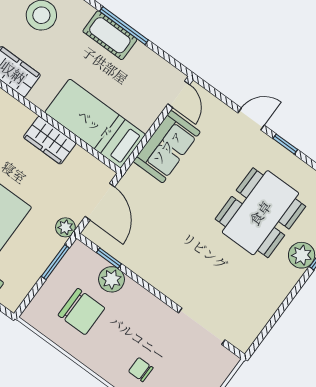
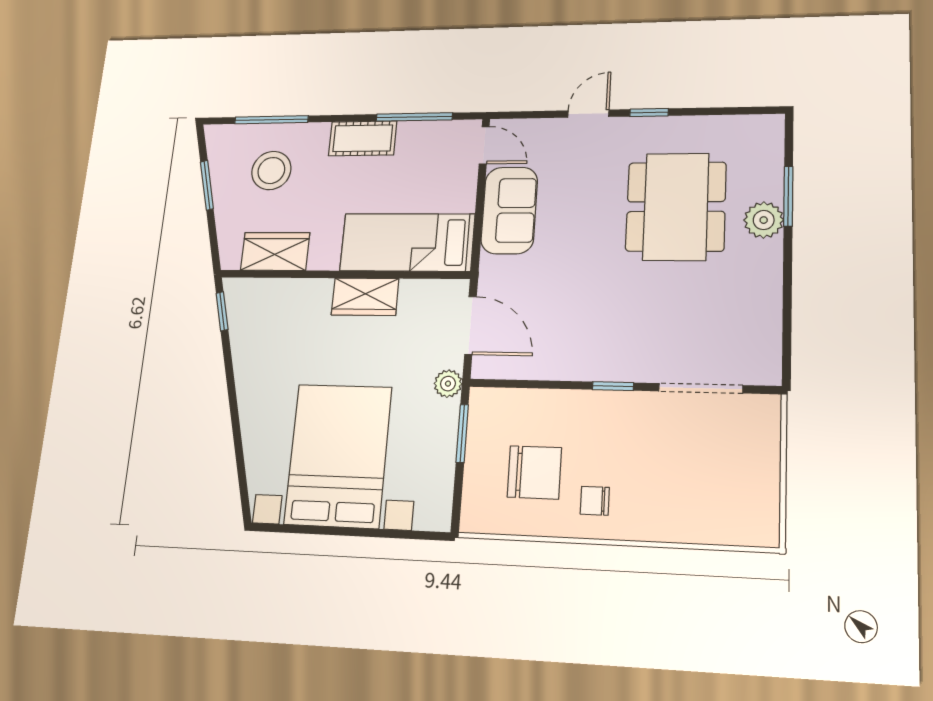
window: (124, 26) -> (414, 117), moved
window: (109, 258) -> (613, 386), moved
plant: (112, 279) -> (546, 407), removed
chair: (141, 370) -> (595, 501), moved

